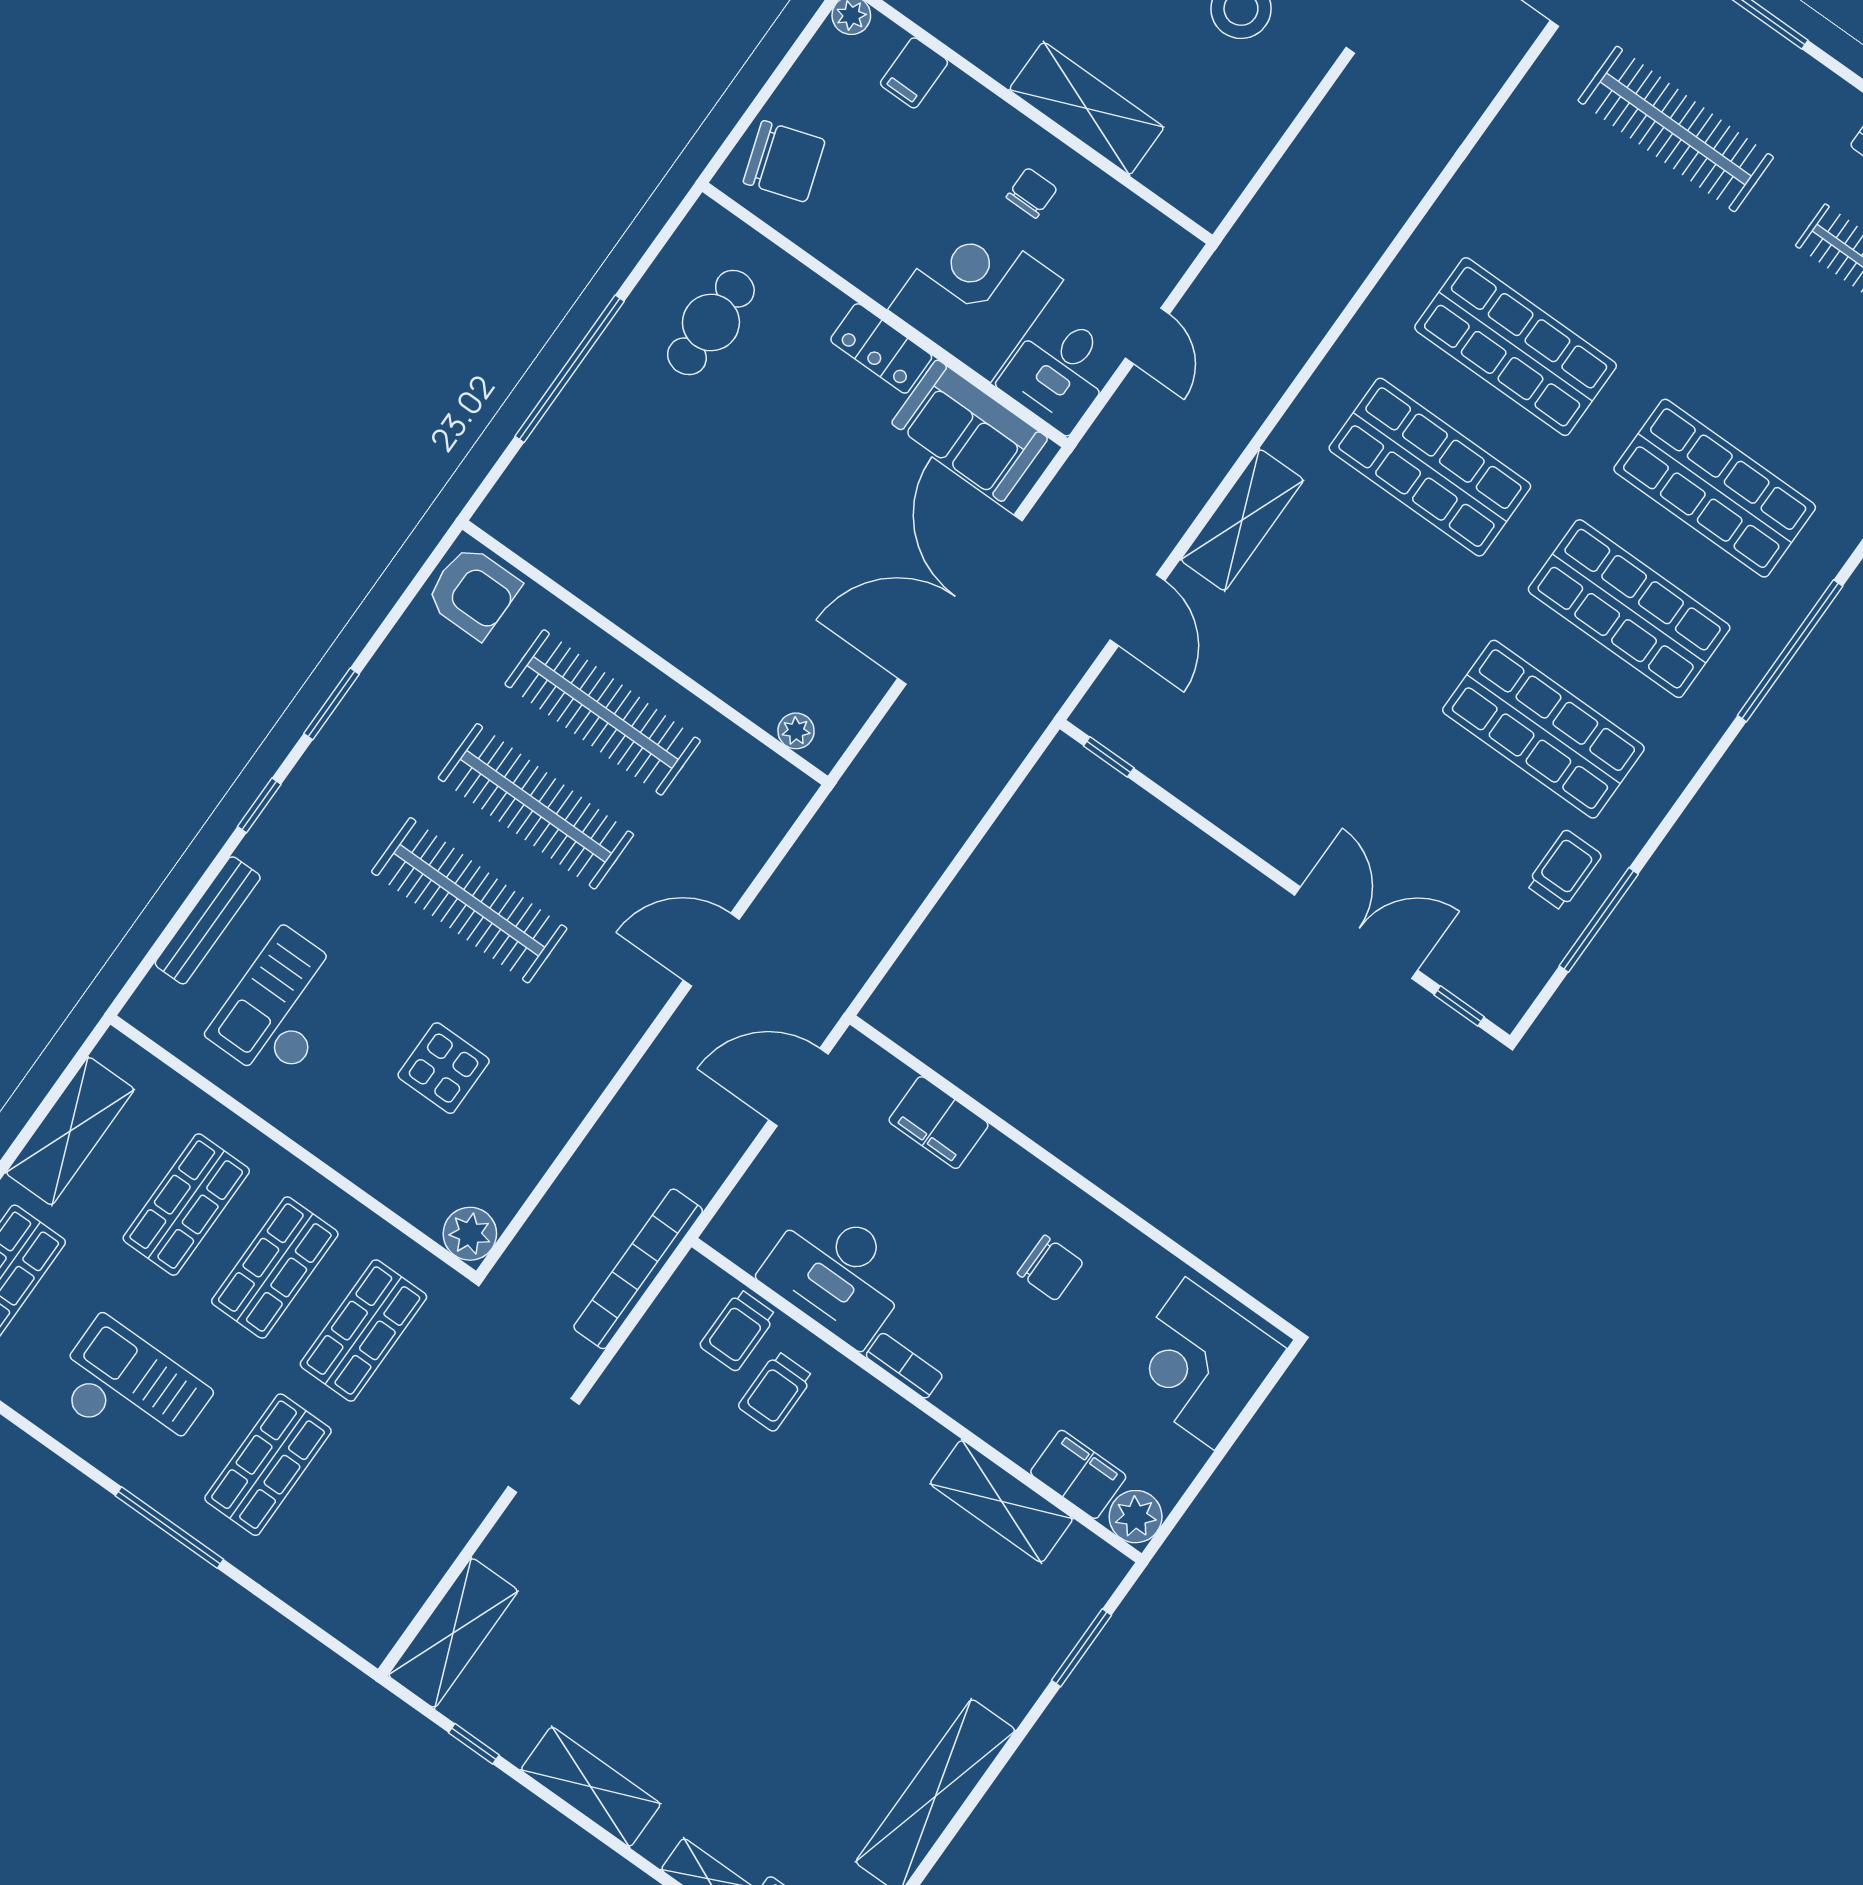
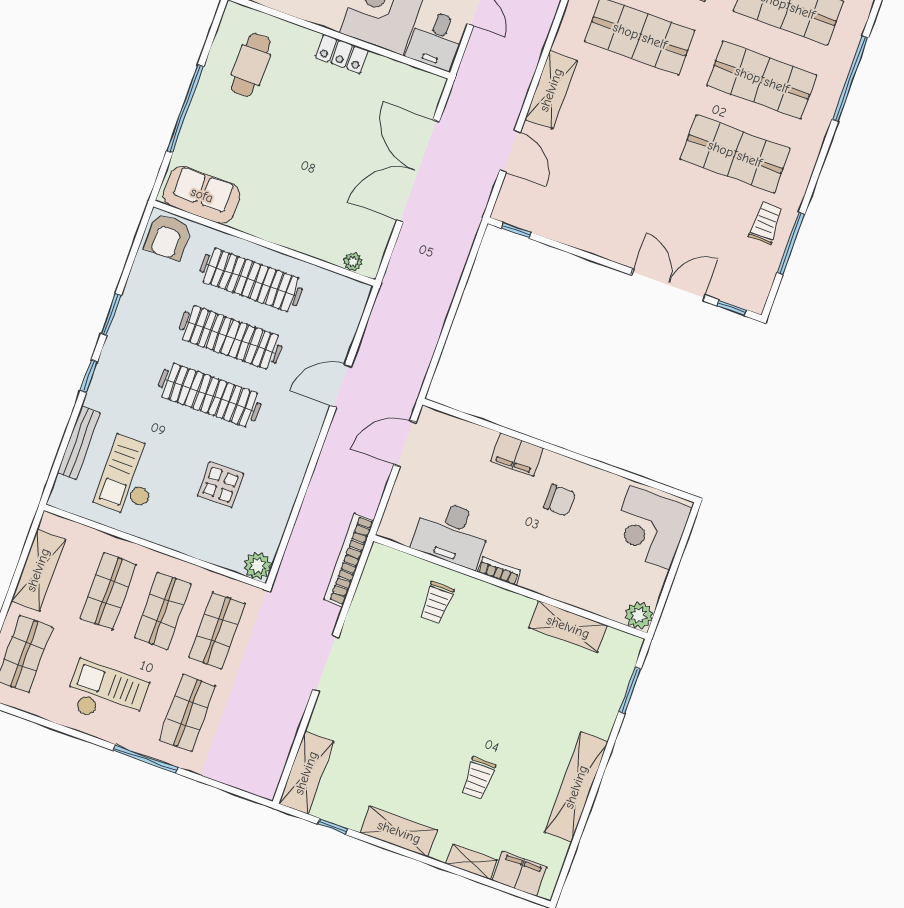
sofa: (970, 431) -> (202, 195), moved, turned 180
armchair: (473, 592) -> (168, 237), turned 90
filing cabinet: (939, 1123) -> (517, 454), moved
trolley: (738, 1330) -> (478, 779), moved
filing cabinet: (1078, 1474) -> (604, 602), removed

